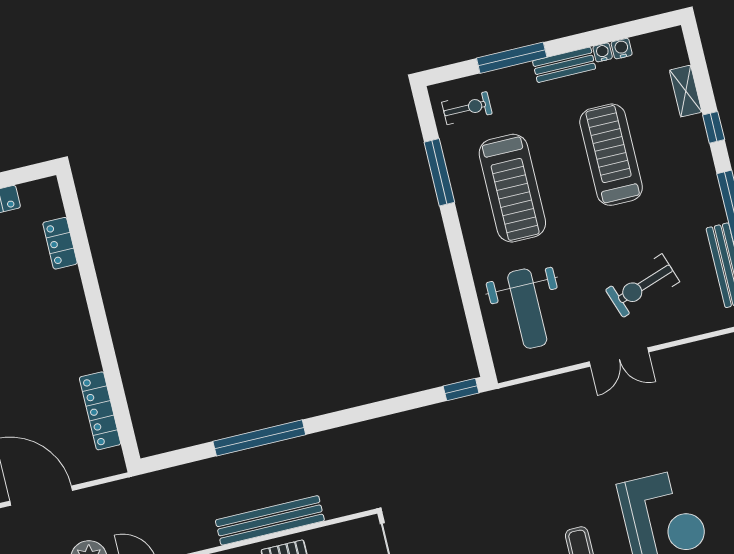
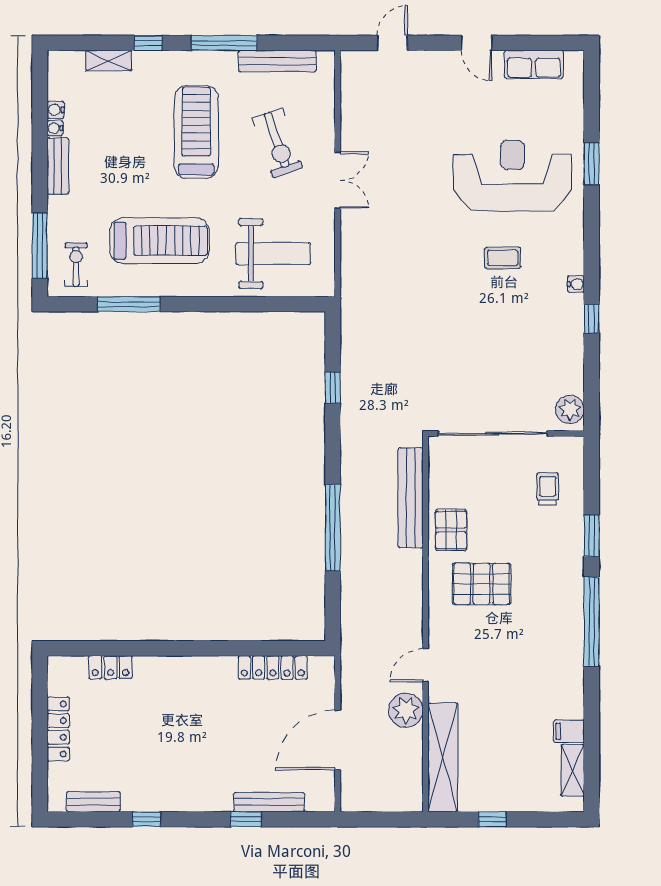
window: (512, 58) -> (40, 246), moved
treadmill: (611, 155) -> (196, 132), moved, turned 90
window: (461, 390) -> (333, 387), moved
bench: (270, 520) -> (411, 498), moved

